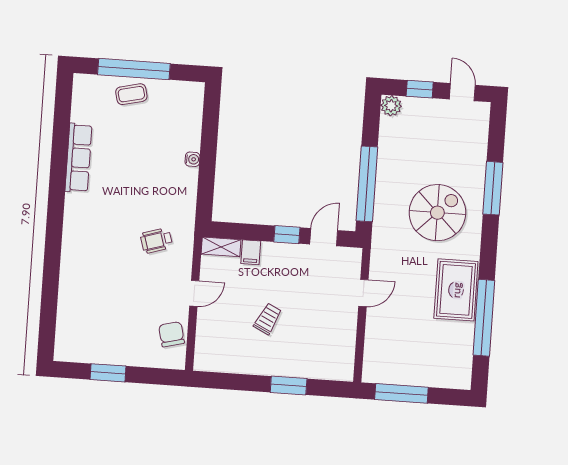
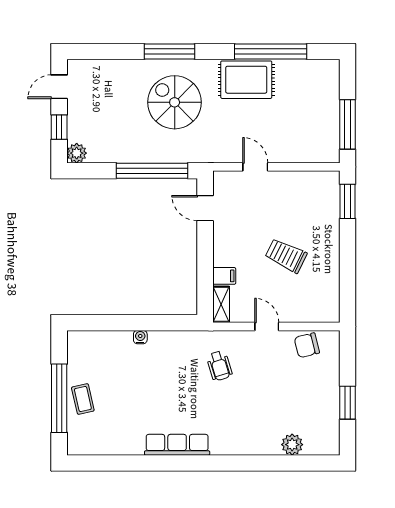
row of seats: (78, 158) -> (177, 445), moved
window: (493, 188) -> (169, 52), moved
window: (287, 235) -> (205, 243), removed
plant: (68, 311) -> (292, 445), added
trolley: (268, 319) -> (286, 256), width x1.36, depth x1.39
window: (289, 385) -> (347, 201), moved

